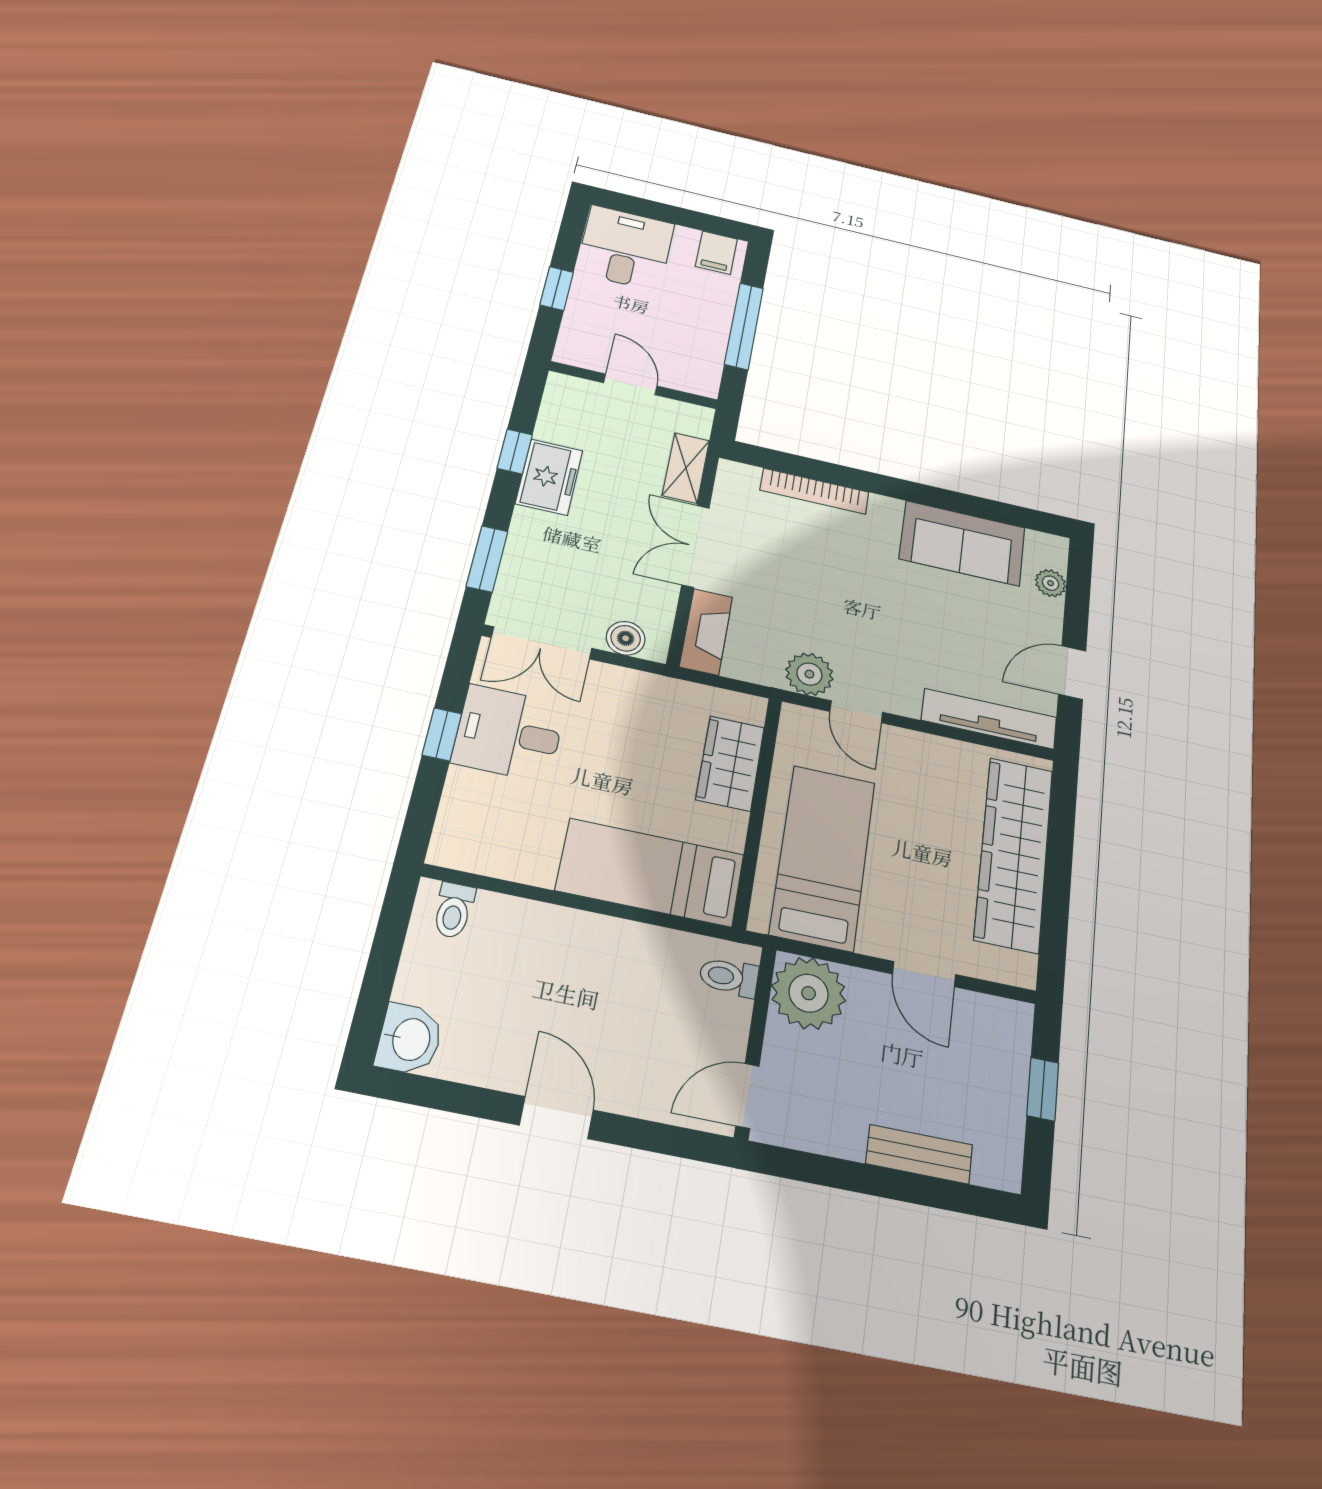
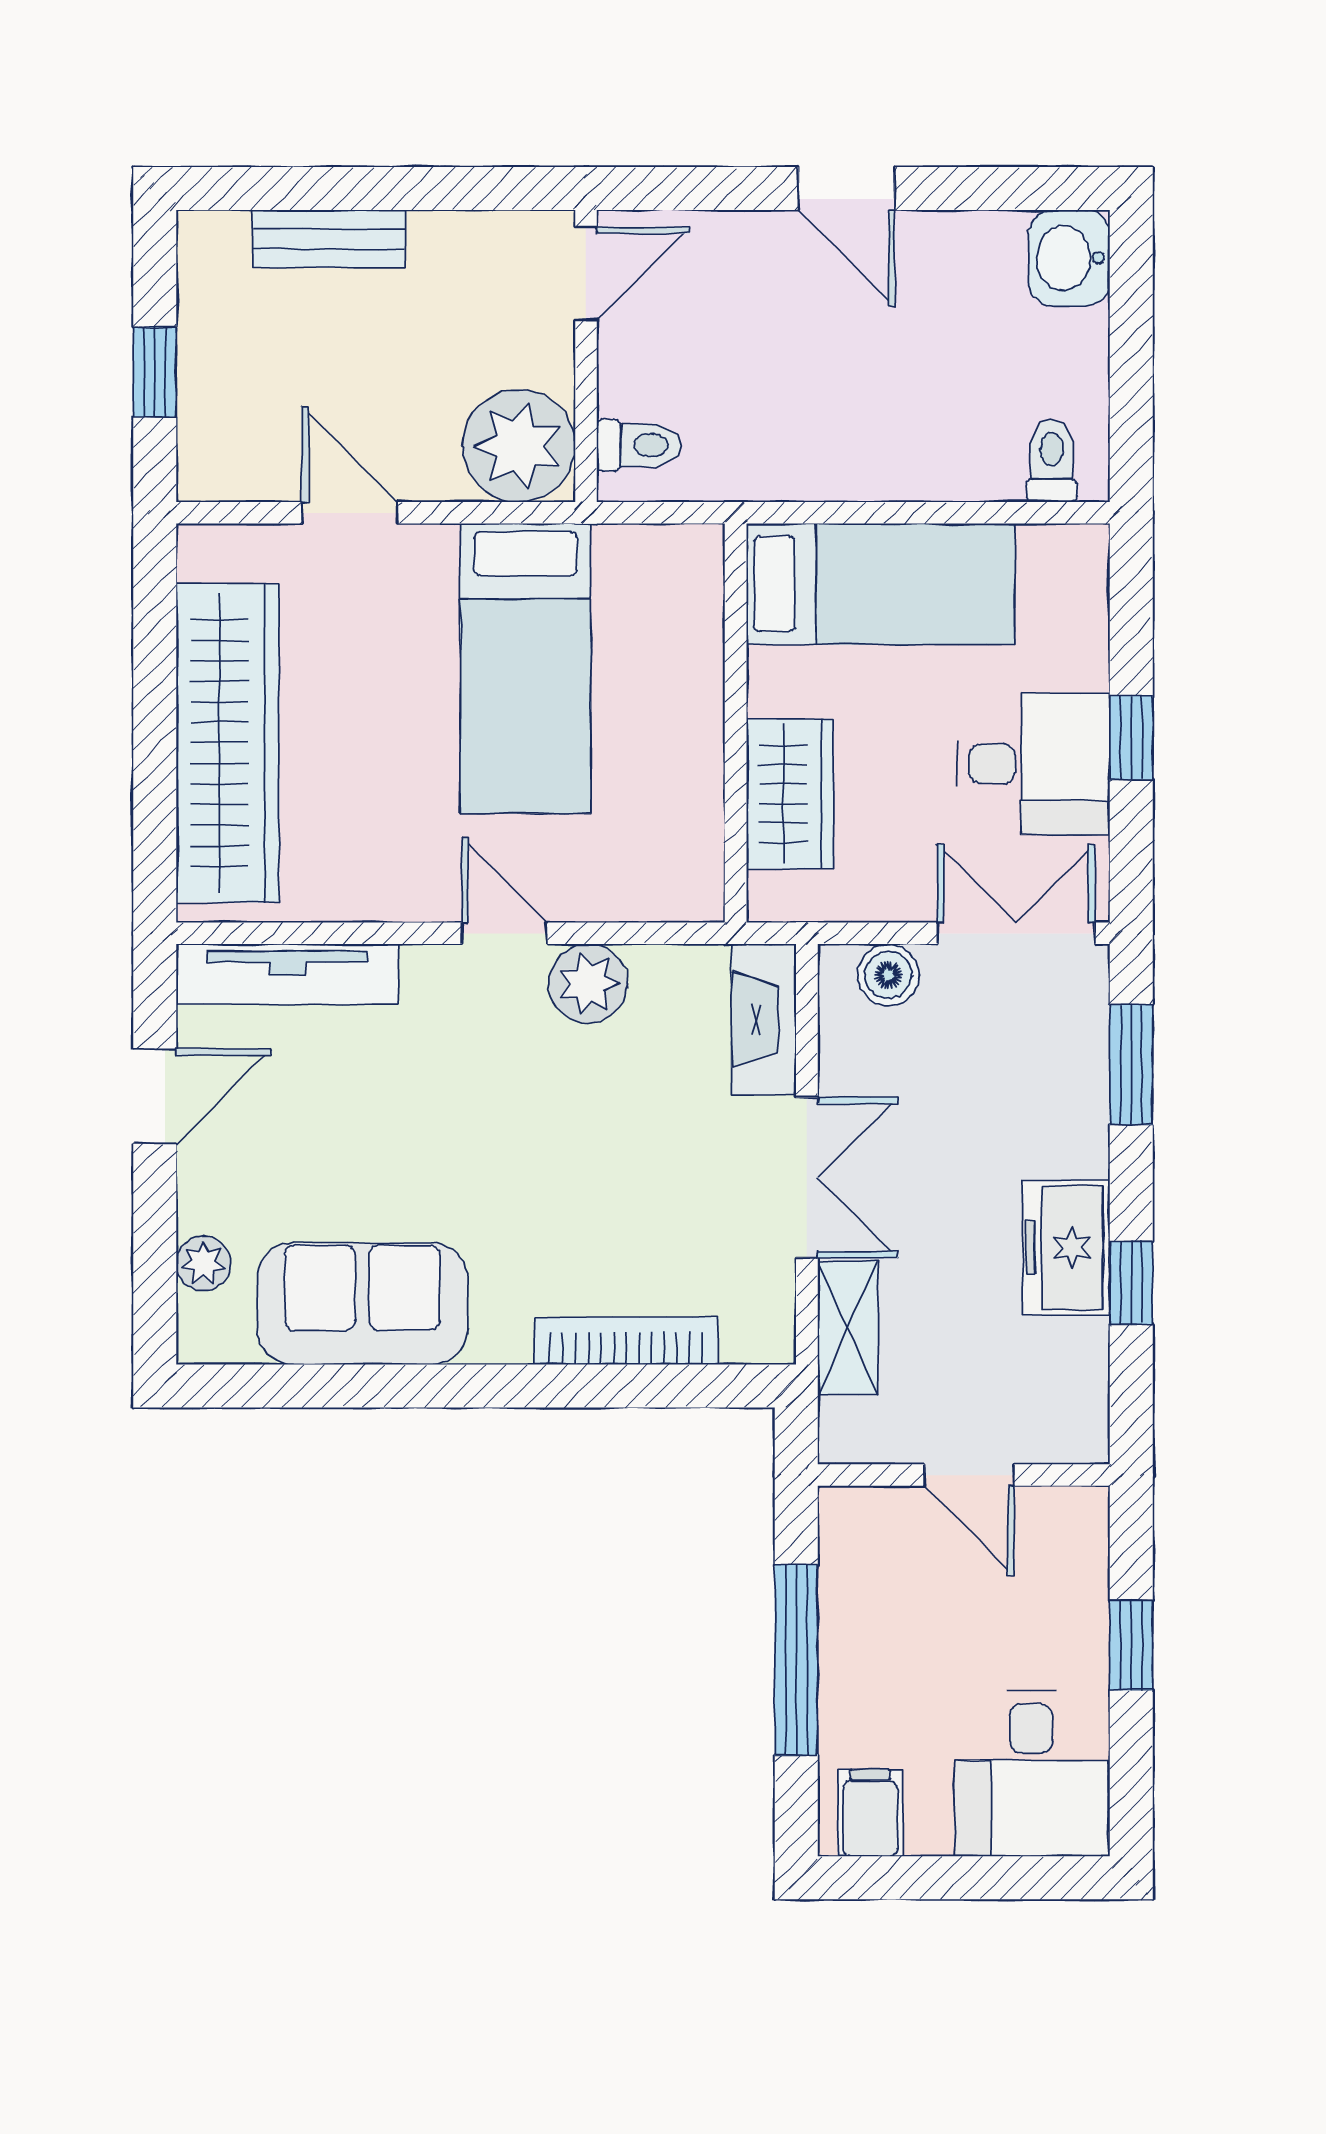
wardrobe: (730, 763) -> (790, 794), moved
wall: (758, 811) -> (736, 723), moved
bed: (650, 872) -> (881, 584), moved

